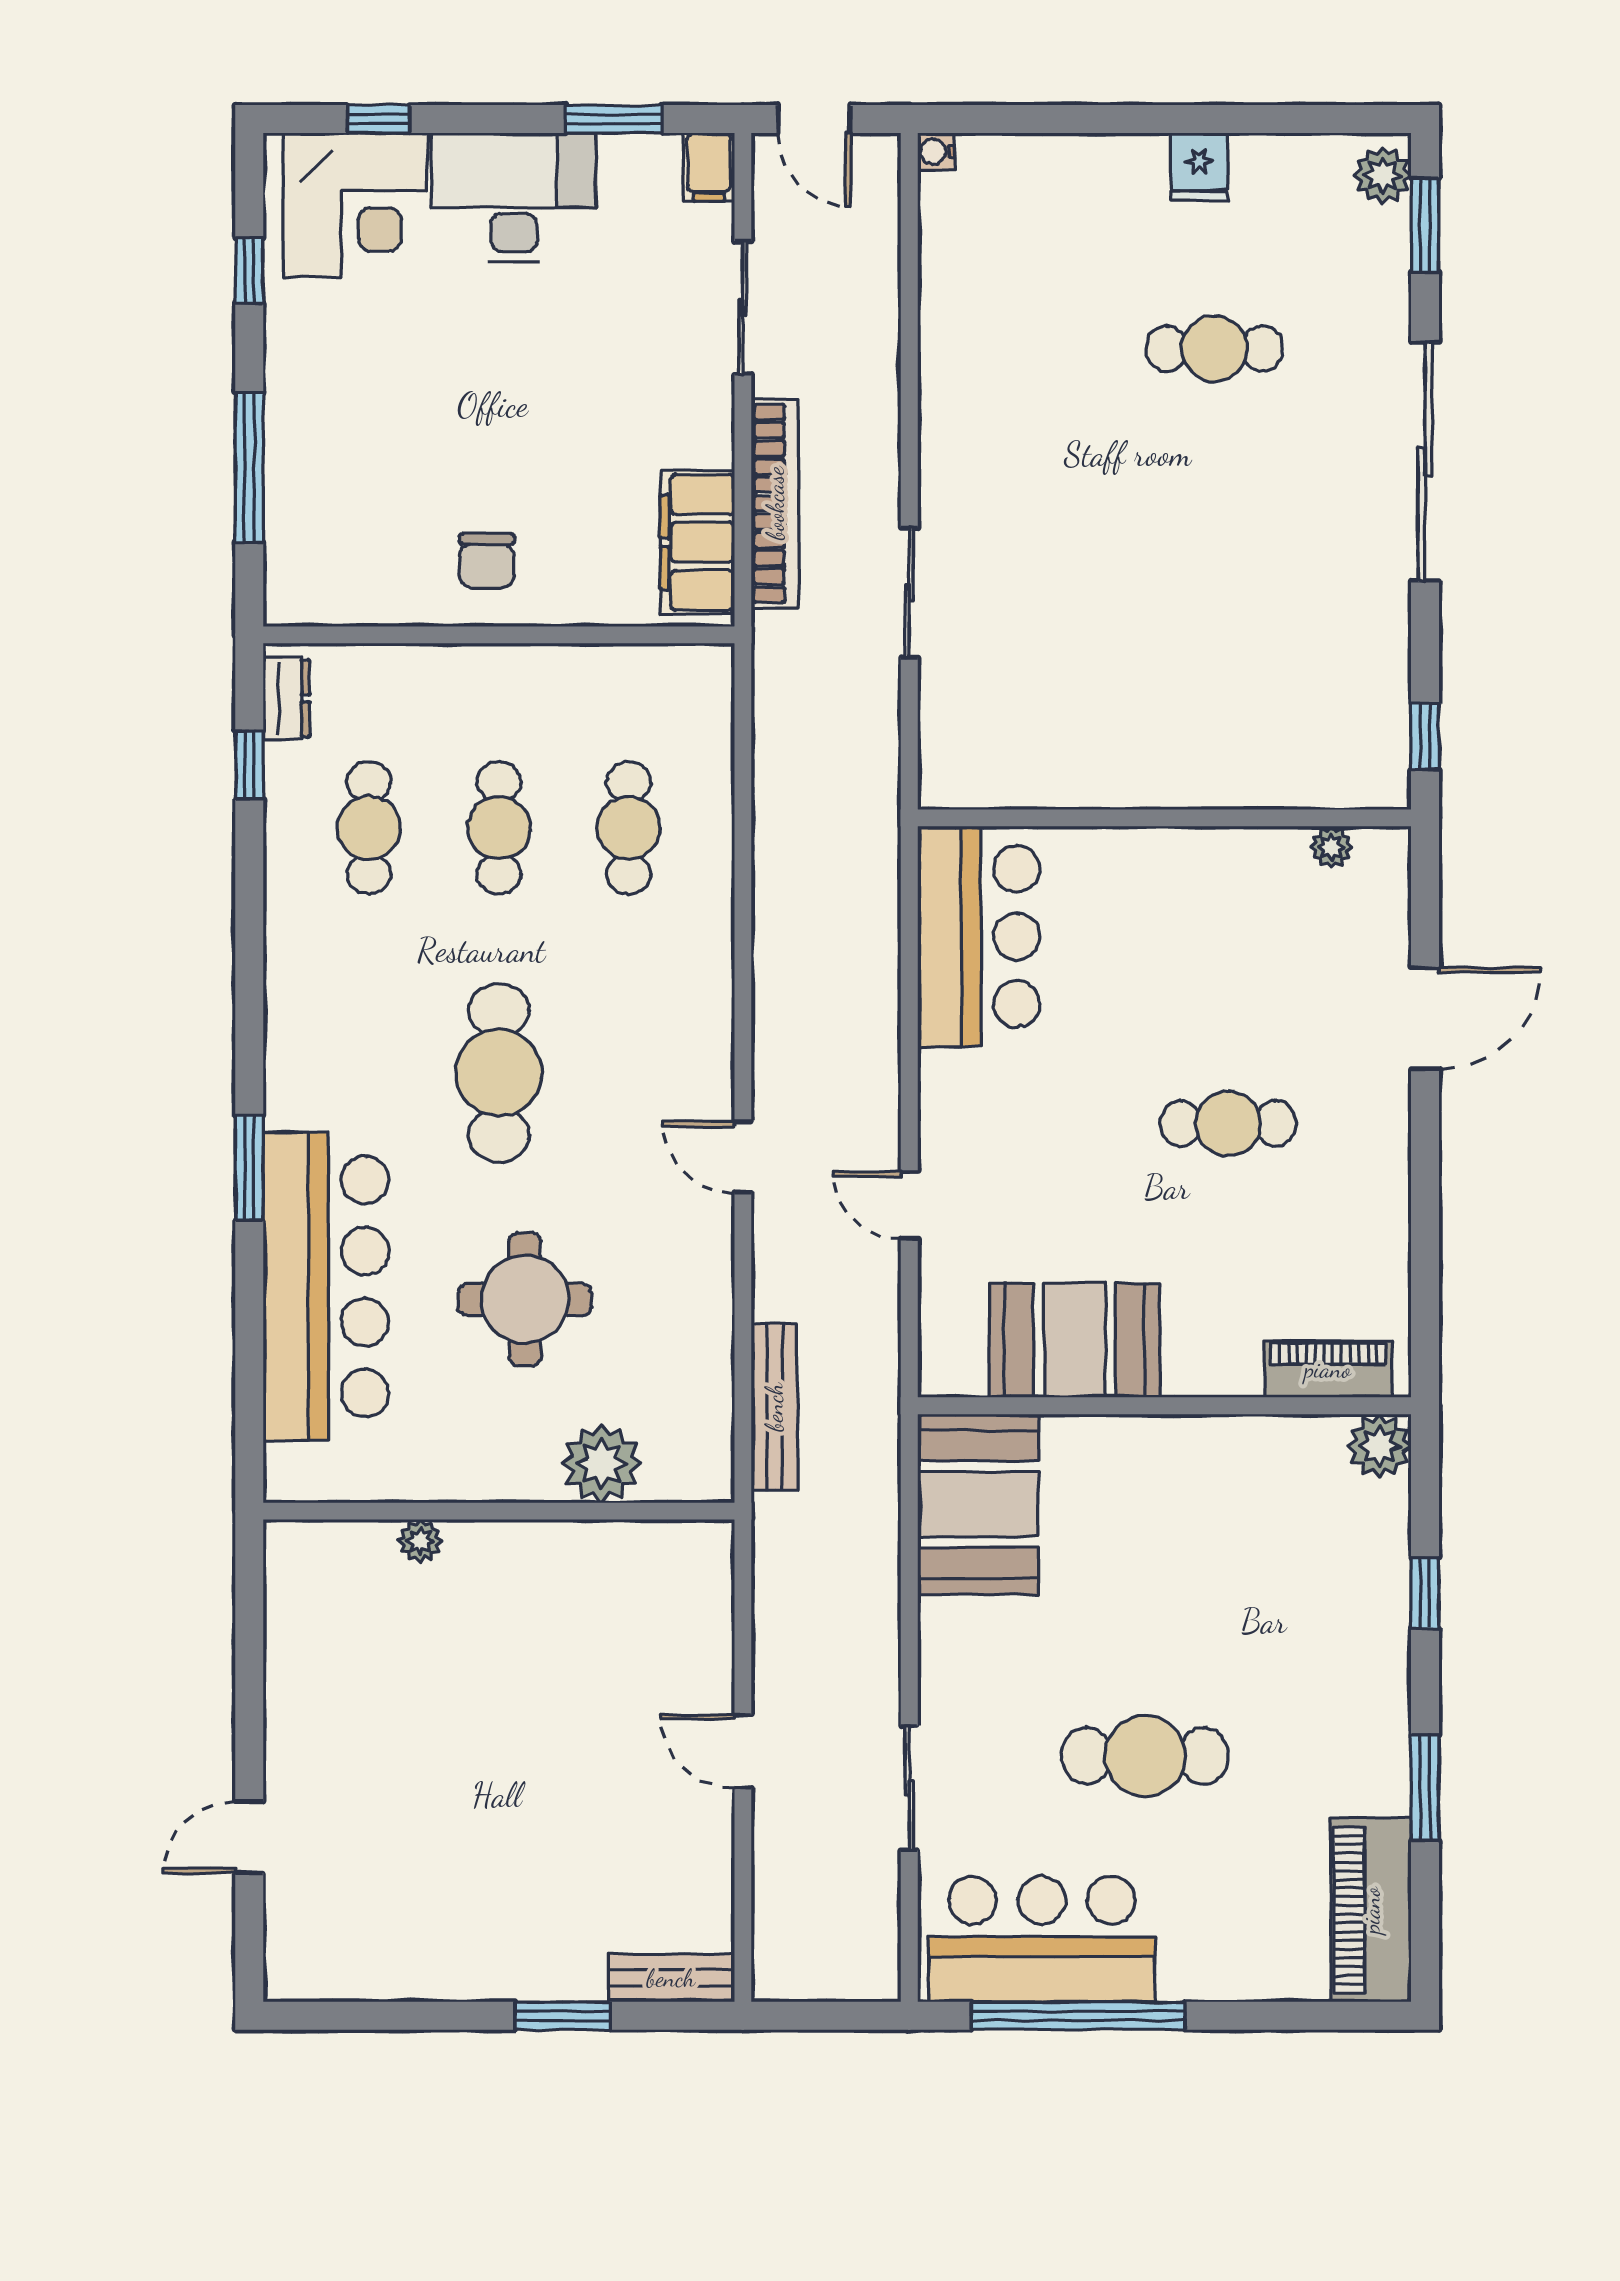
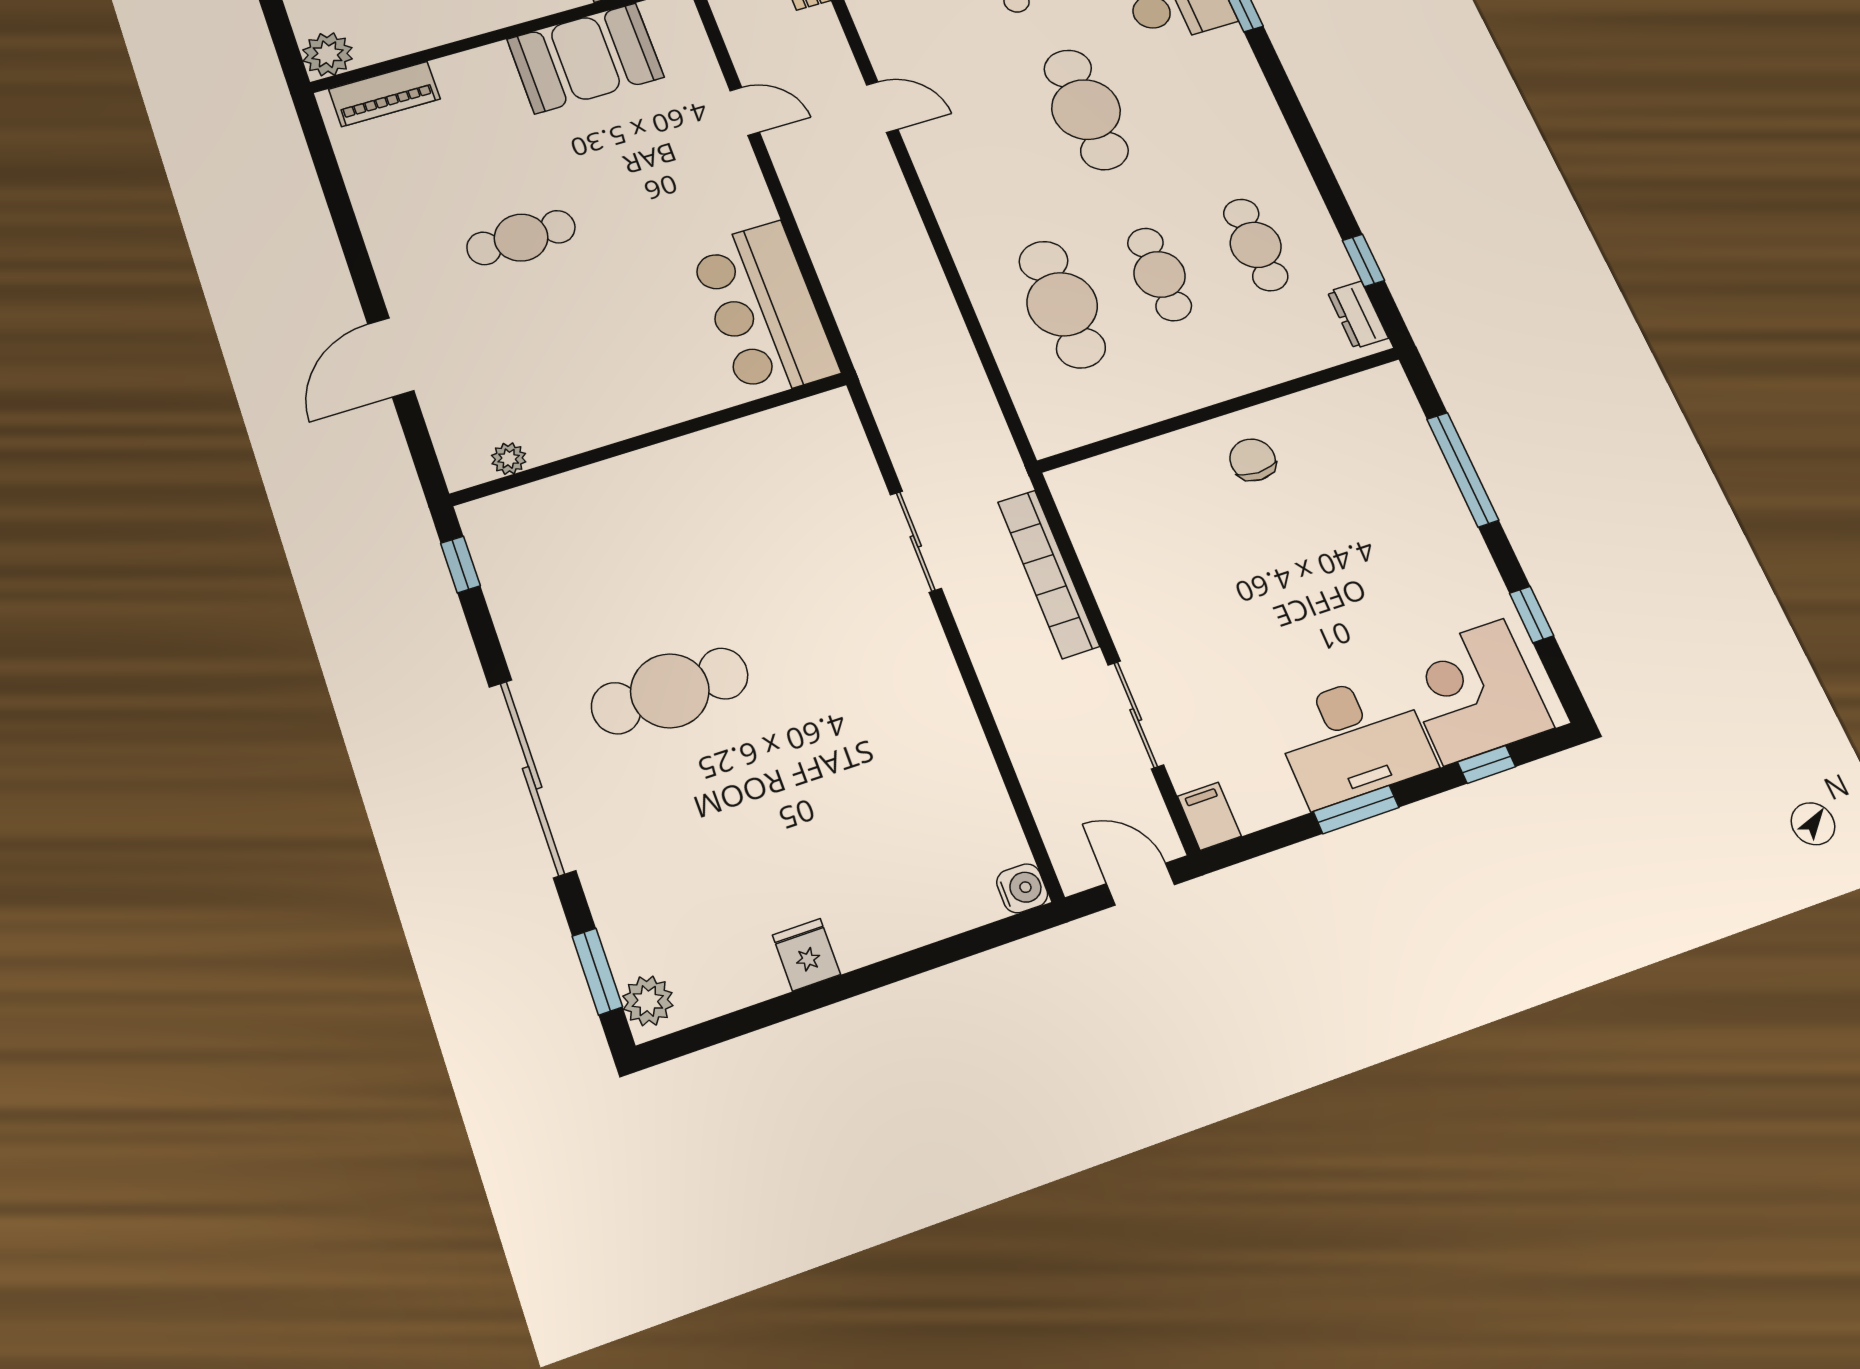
window: (614, 119) -> (1356, 809), moved
water cooler: (936, 151) -> (1022, 888), width x1.38, depth x1.38
cafe table: (1214, 349) -> (670, 691), moved, width x1.37, depth x1.35
filing cabinet: (697, 542) -> (1097, 525), removed
cafe table: (629, 828) -> (1062, 304), width x1.37, depth x1.35

